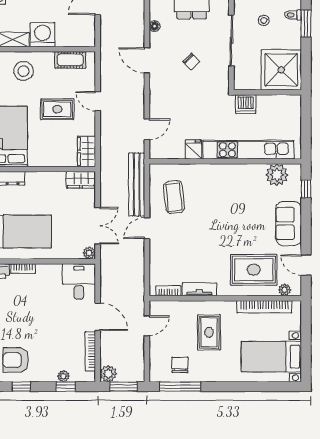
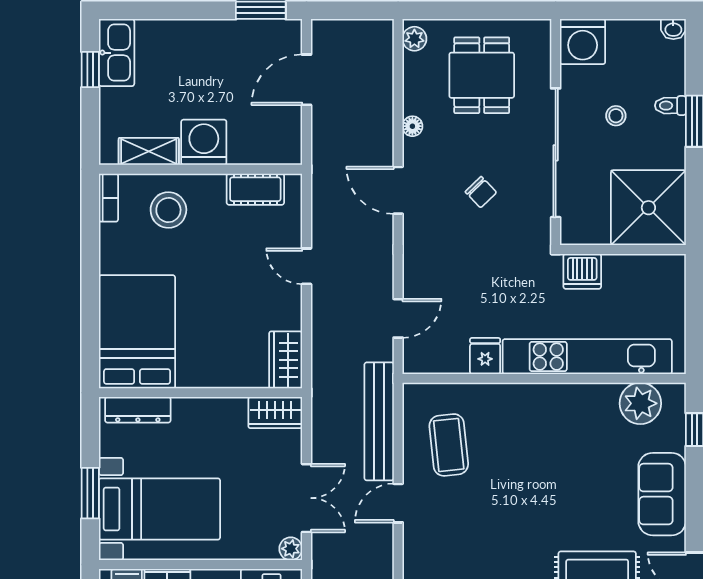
sliding door: (231, 40) -> (556, 153), width x1.36
rug: (57, 109) -> (231, 281), removed

